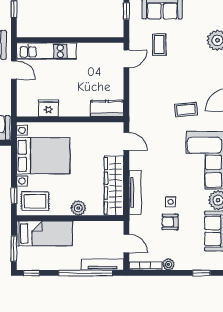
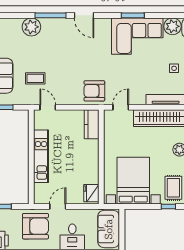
kitchen unit: (47, 51) -> (41, 156), moved
fridge: (48, 108) -> (91, 193), moved
coffee table: (186, 110) -> (93, 55), removed
armchair: (145, 112) -> (94, 91), added

